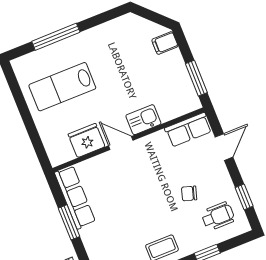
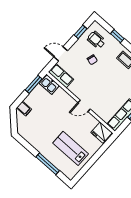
lab bench: (62, 87) -> (71, 148), turned 180
kitchen sink: (143, 120) -> (49, 85), moved
fridge: (87, 140) -> (102, 133), moved
door: (121, 143) -> (84, 106), hinge flipped

